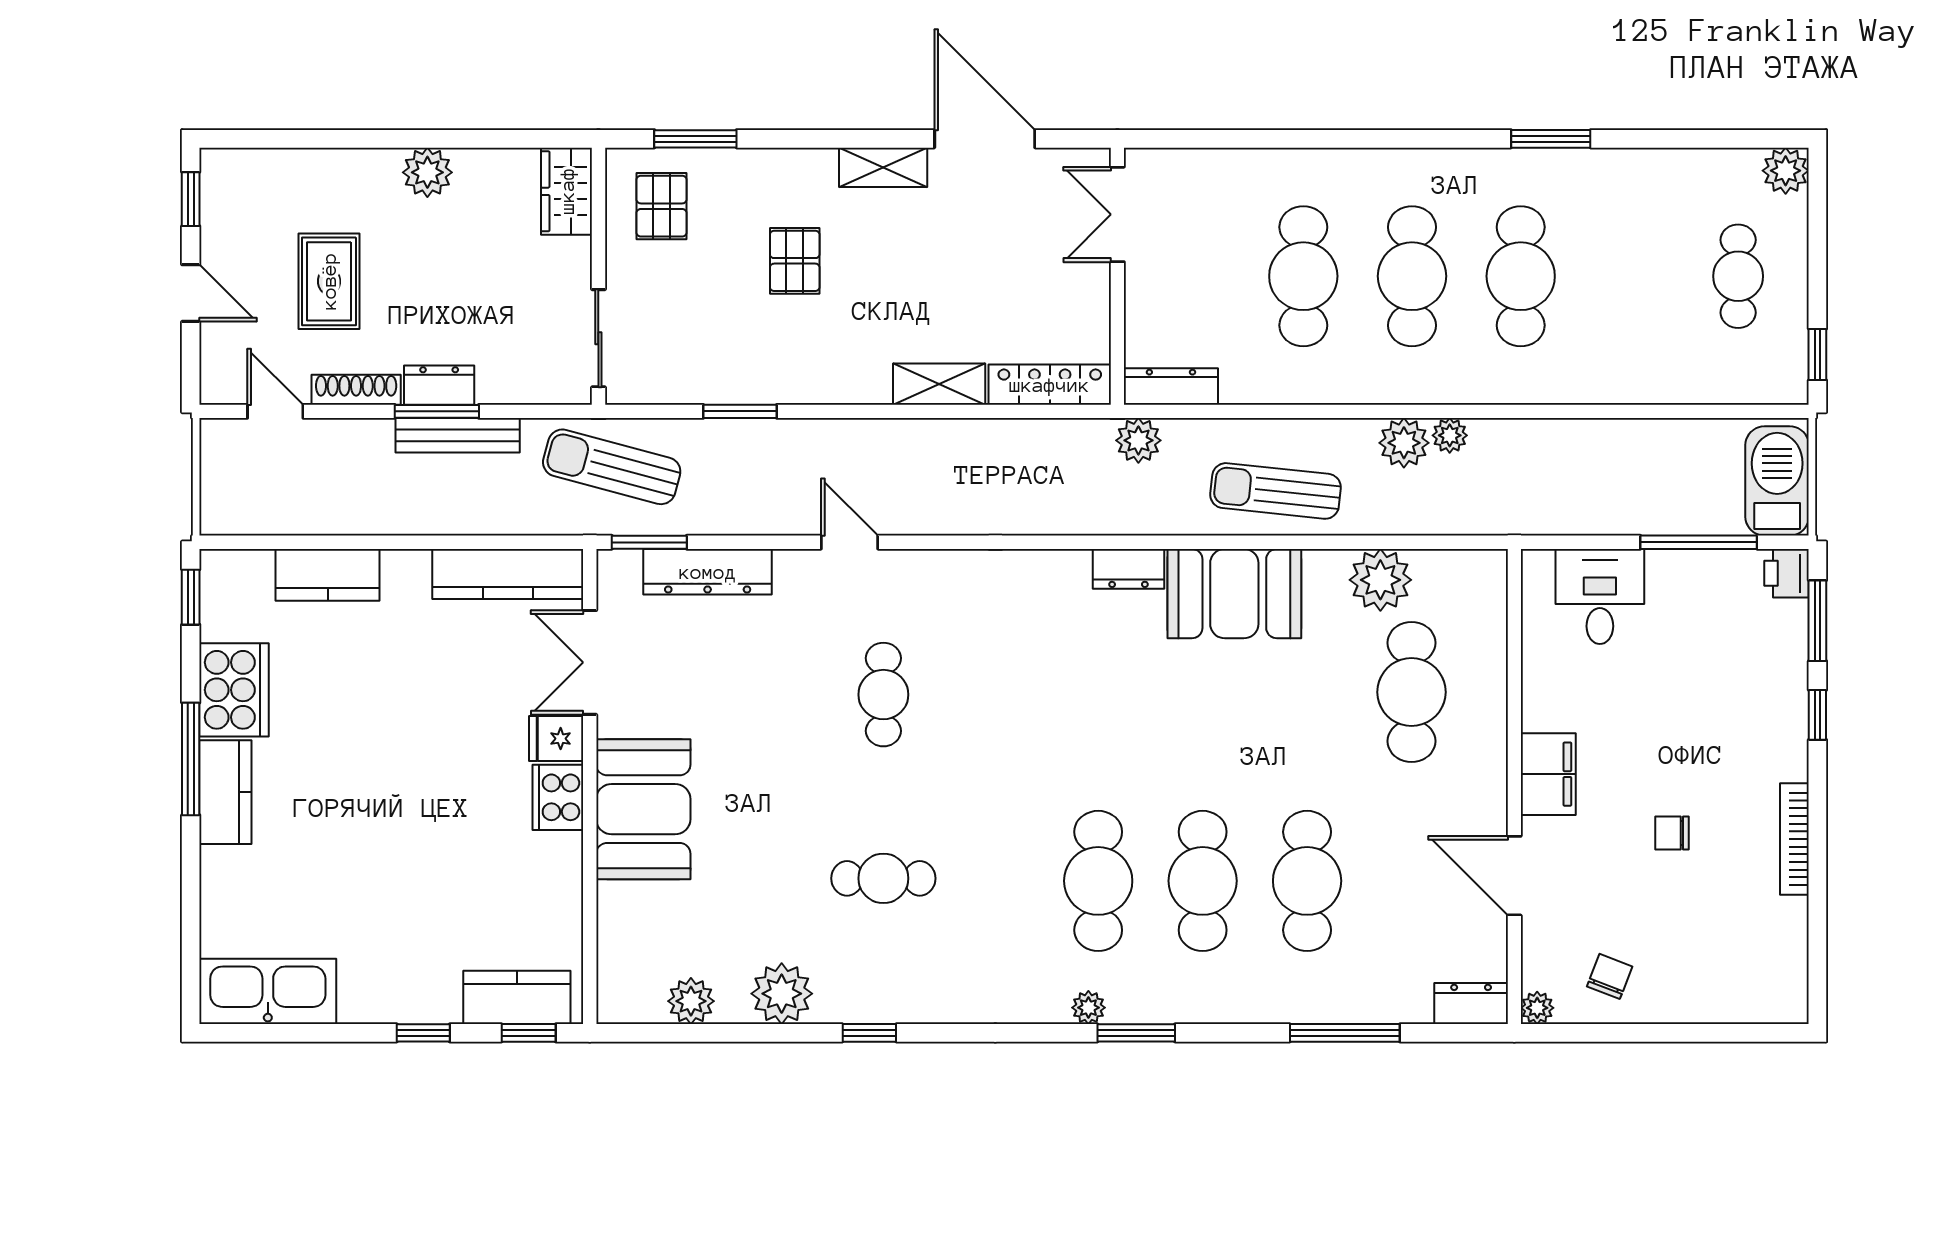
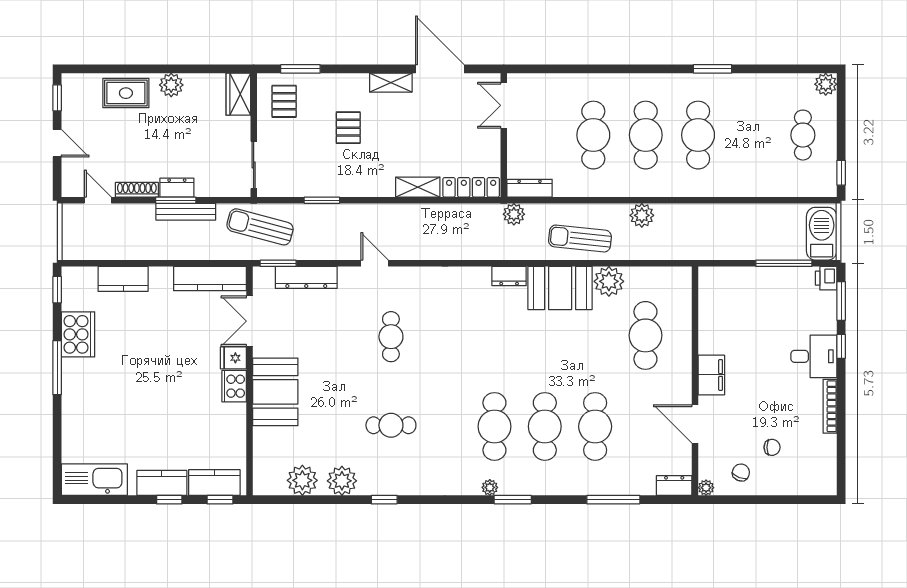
rug: (329, 281) -> (126, 93), moved, turned 90
plant: (1450, 435) -> (664, 212), removed
plant: (1380, 580) -> (609, 281), moved
desk: (1600, 596) -> (814, 356), moved, turned 90
kitchen counter: (225, 792) -> (162, 483), moved, turned -90
chair: (1672, 833) -> (772, 447), moved, turned 180
plant: (691, 1001) -> (302, 480), width x1.36, depth x1.36

